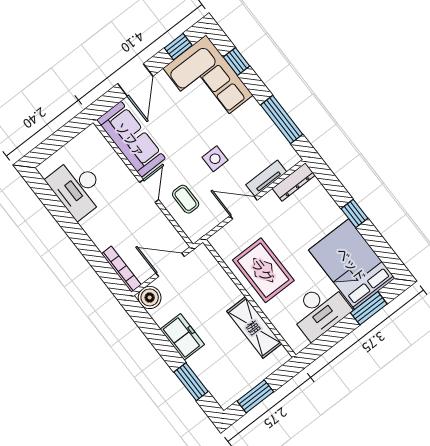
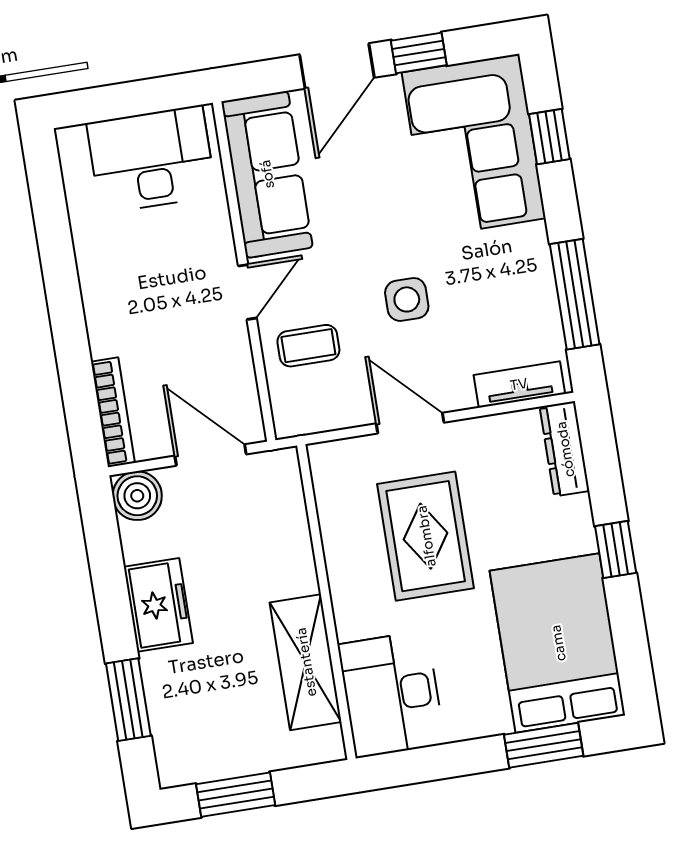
window: (178, 47) -> (419, 53), moved
tv unit: (266, 178) -> (519, 384), moved
dresser: (294, 182) -> (565, 449), moved, turned 90
desk: (77, 188) -> (151, 159), moved, turned 90
coffee table: (186, 199) -> (308, 346), turned 90
rug: (263, 270) -> (426, 536), moved
desk: (320, 310) -> (391, 694), moved, turned 90

